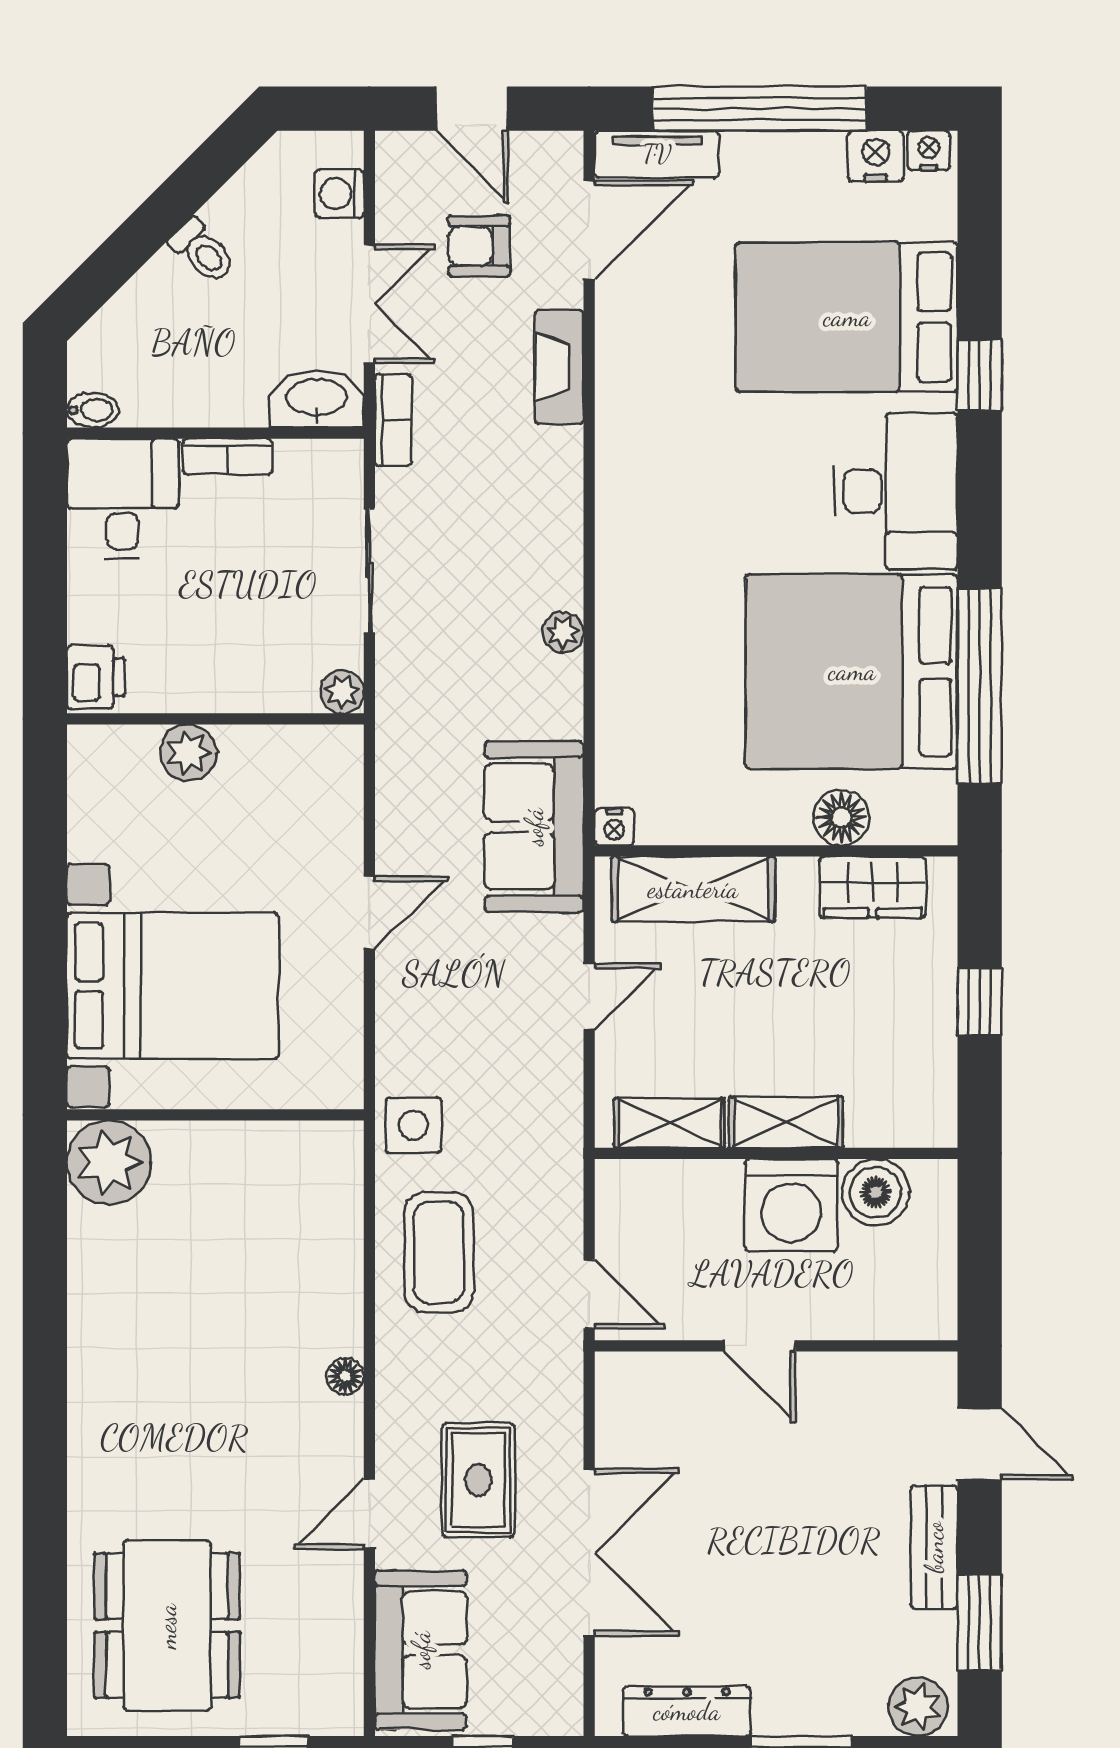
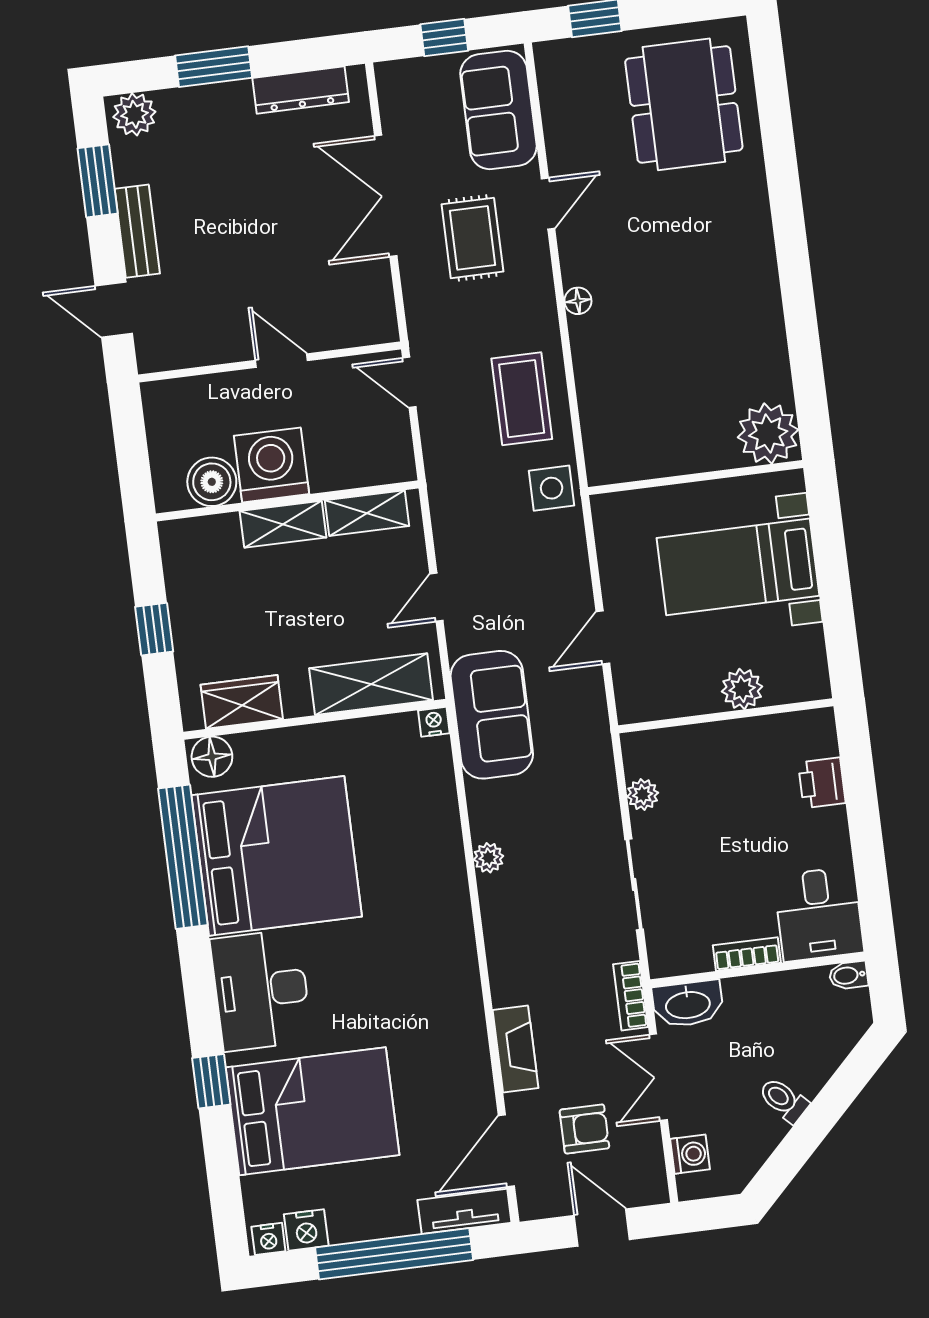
wall: (215, 719) -> (726, 716), moved
plant: (188, 753) -> (742, 689), moved
floor lamp: (841, 818) -> (212, 757), moved
bed with nightstands: (173, 986) -> (738, 567), width x0.73

